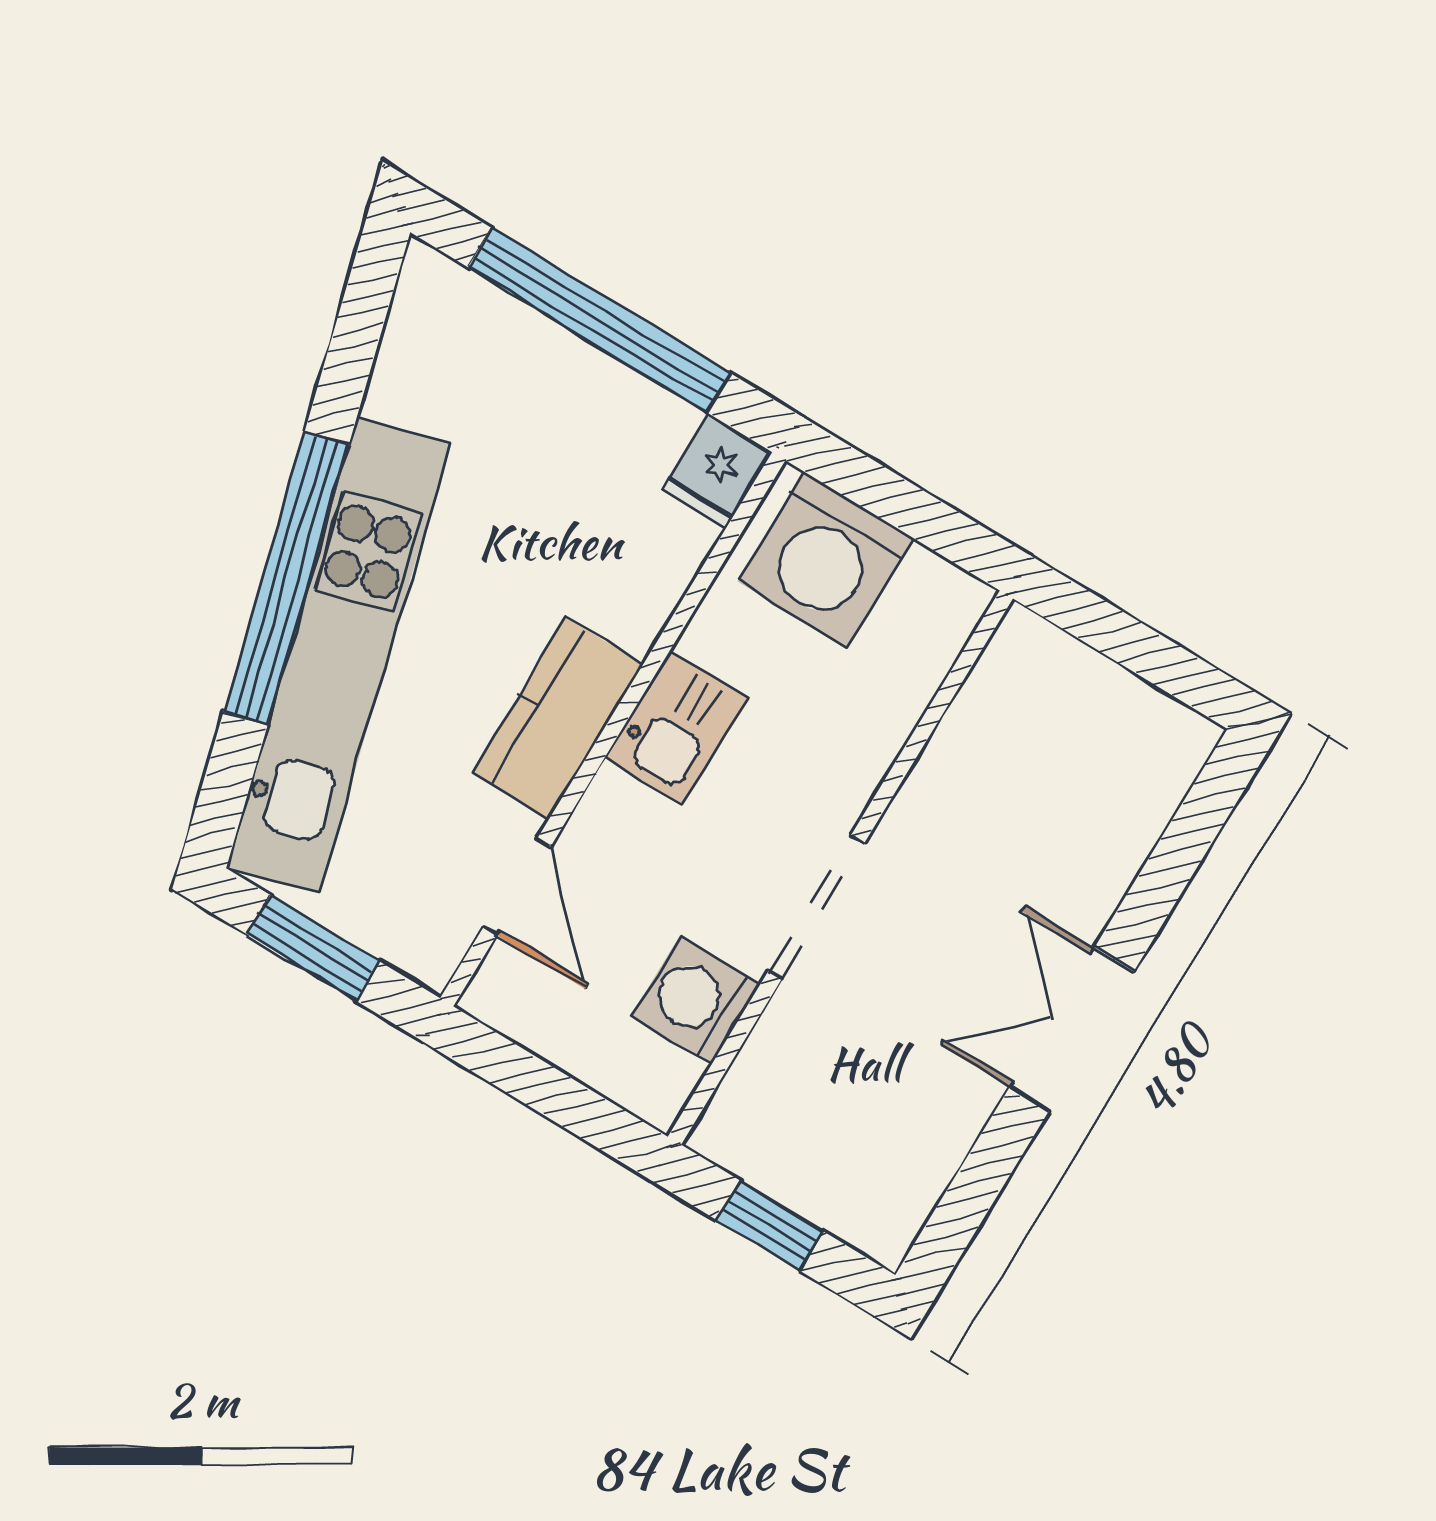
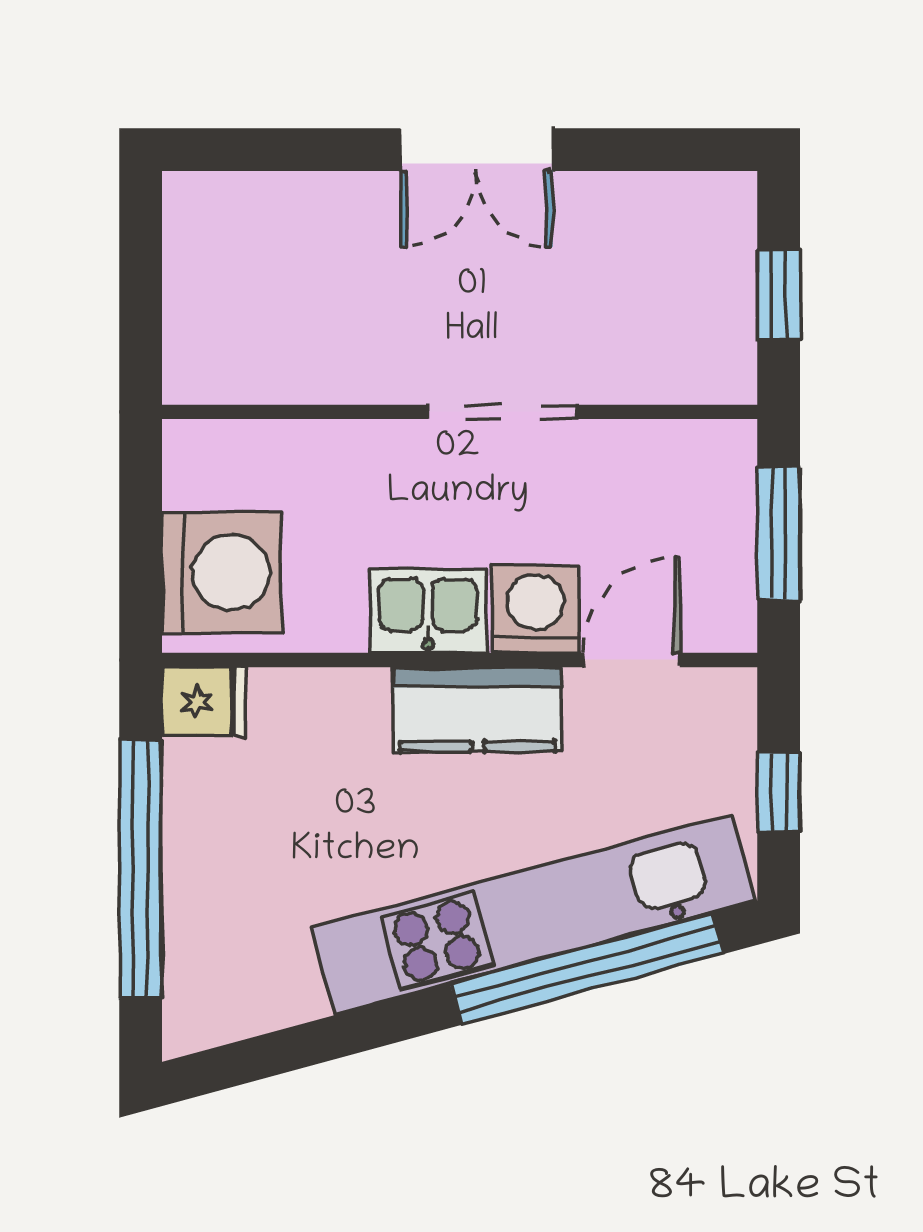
window: (286, 578) -> (587, 969), moved
window: (313, 948) -> (779, 793), width x0.67
washing machine: (696, 1000) -> (536, 609), moved, turned 180
window: (551, 1092) -> (779, 533), added

